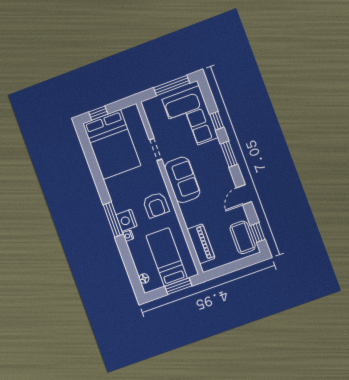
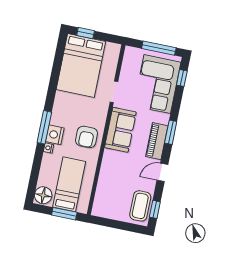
window: (217, 121) -> (182, 78), moved
piano: (201, 244) -> (157, 141), moved, turned 180
floor lamp: (144, 278) -> (43, 195), width x1.89, depth x1.89

